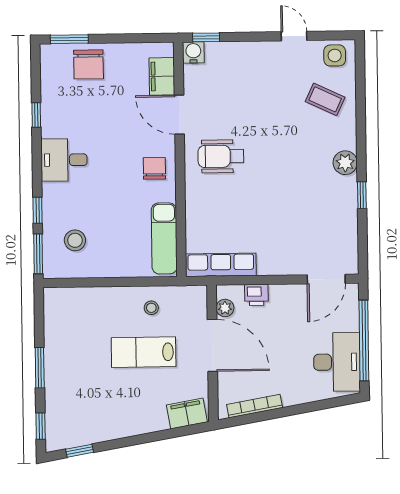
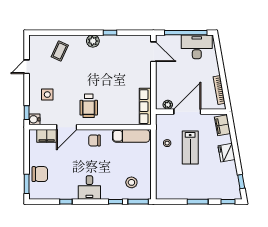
side table: (335, 55) -> (47, 95), moved
printer: (256, 295) -> (161, 88), removed
fridge: (134, 422) -> (227, 153), added

